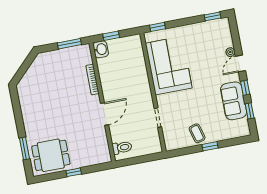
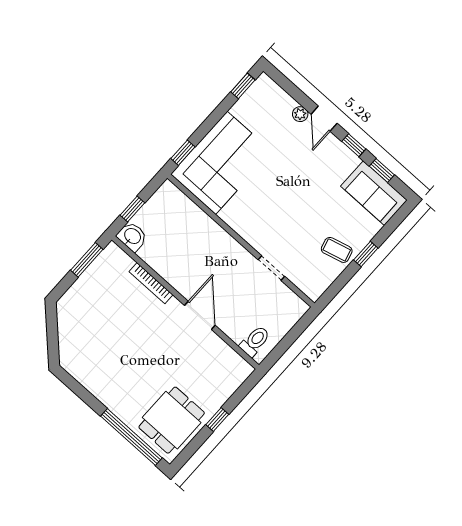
corner sofa: (169, 66) -> (221, 163), moved, turned 90
sofa: (234, 101) -> (374, 193), moved
window: (24, 148) -> (131, 437), width x2.11

